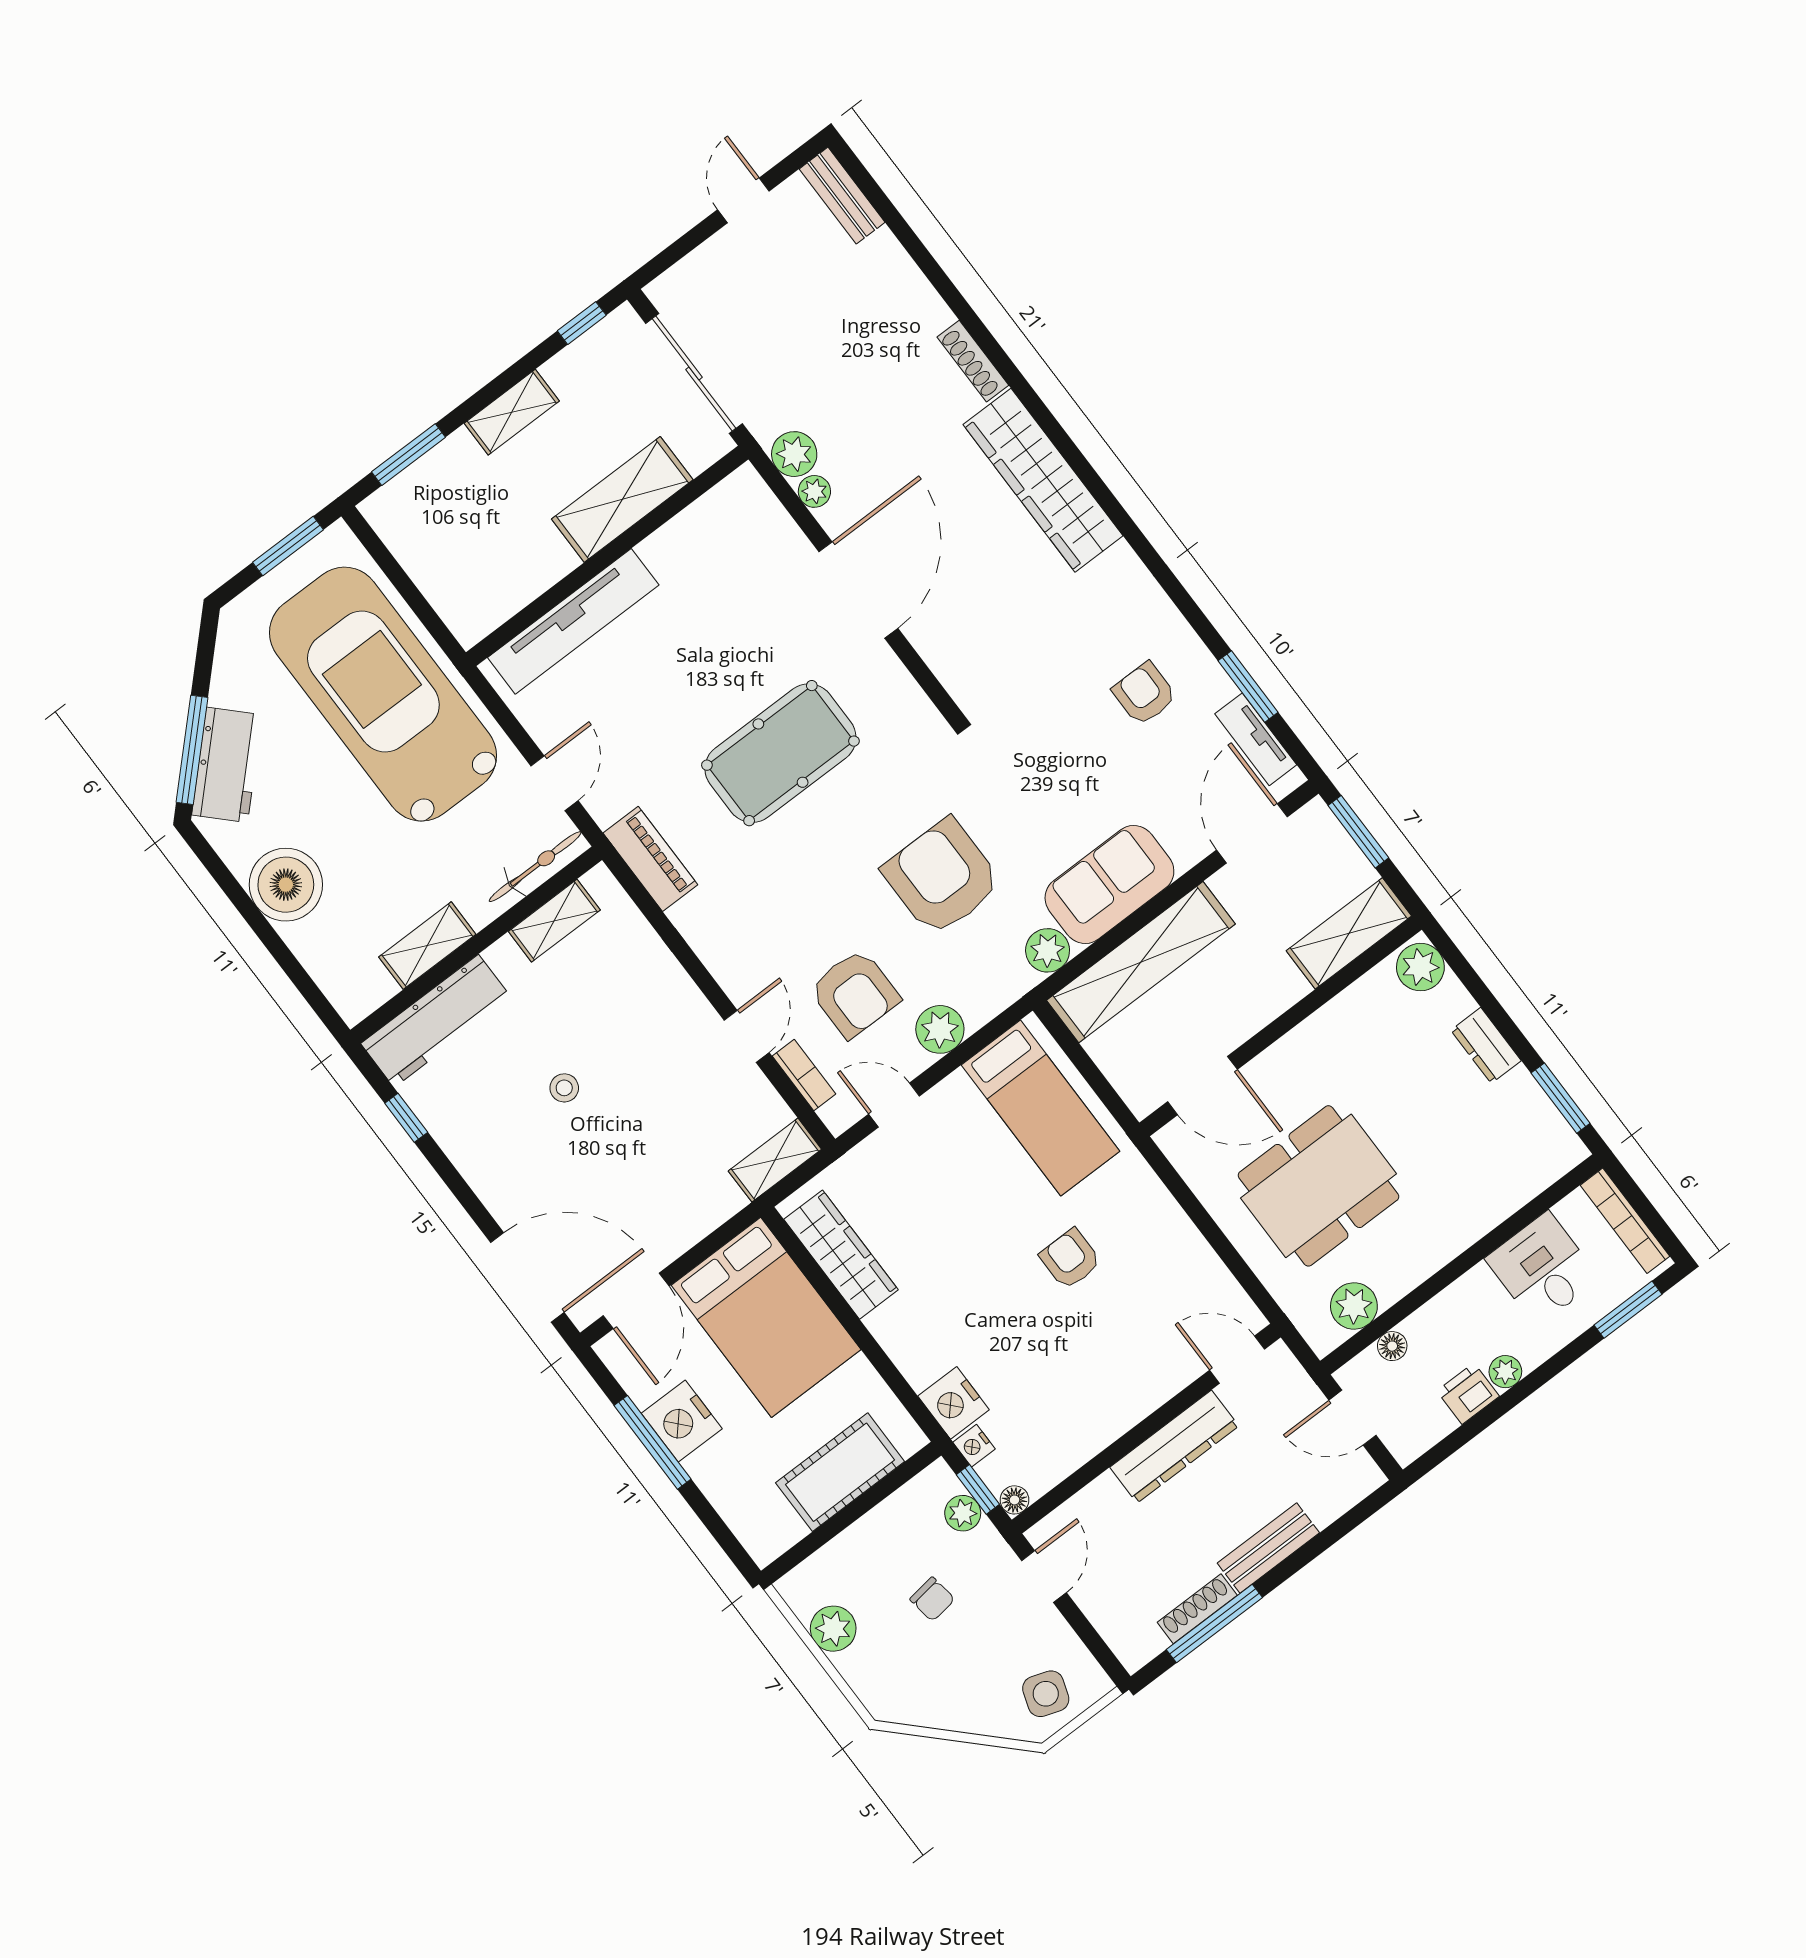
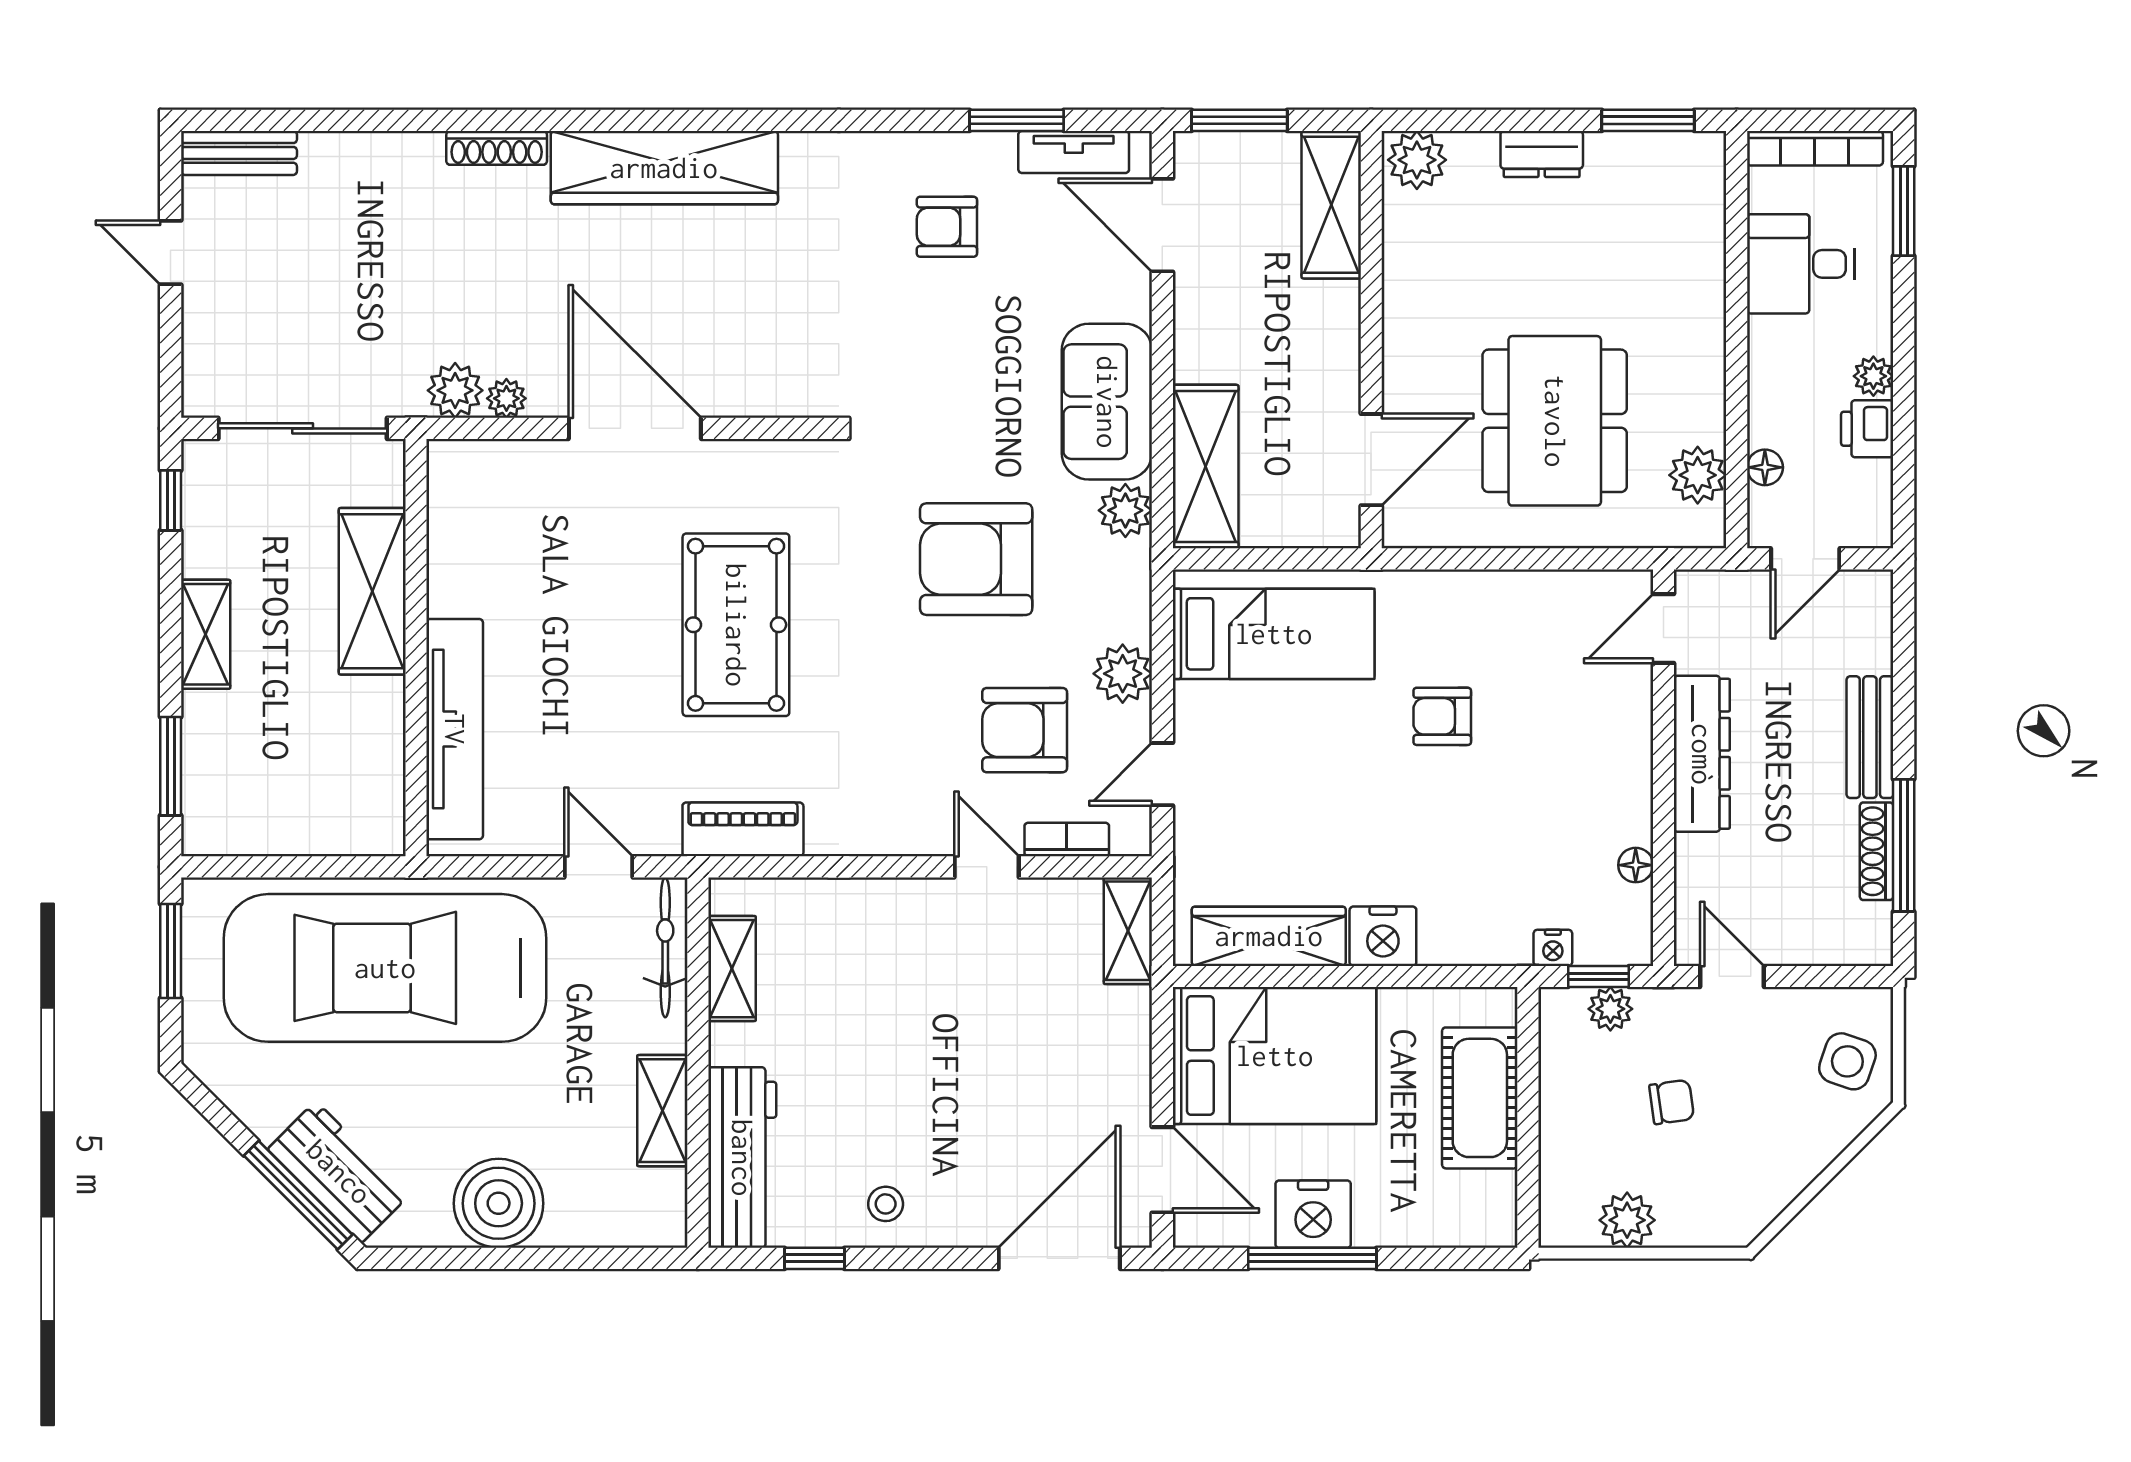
shelving: (1141, 962) -> (1206, 467), width x0.68
armchair: (855, 993) -> (1025, 730), turned 180
stool: (564, 1088) -> (886, 1204), moved
nightstand: (954, 1403) -> (1383, 936), moved
floor lamp: (1014, 1500) -> (1636, 865), moved

